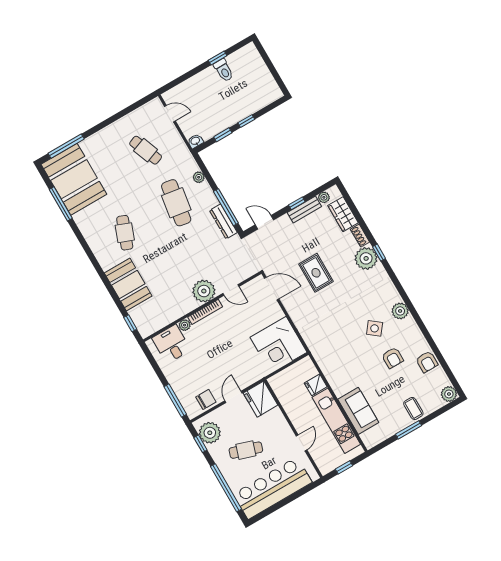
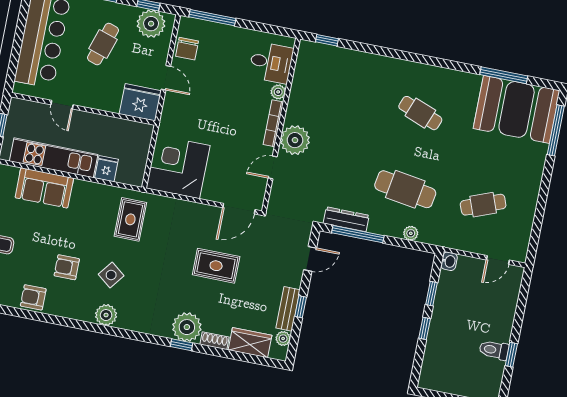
booth: (128, 284) -> (367, 72), removed
rug: (333, 345) -> (130, 219), added

